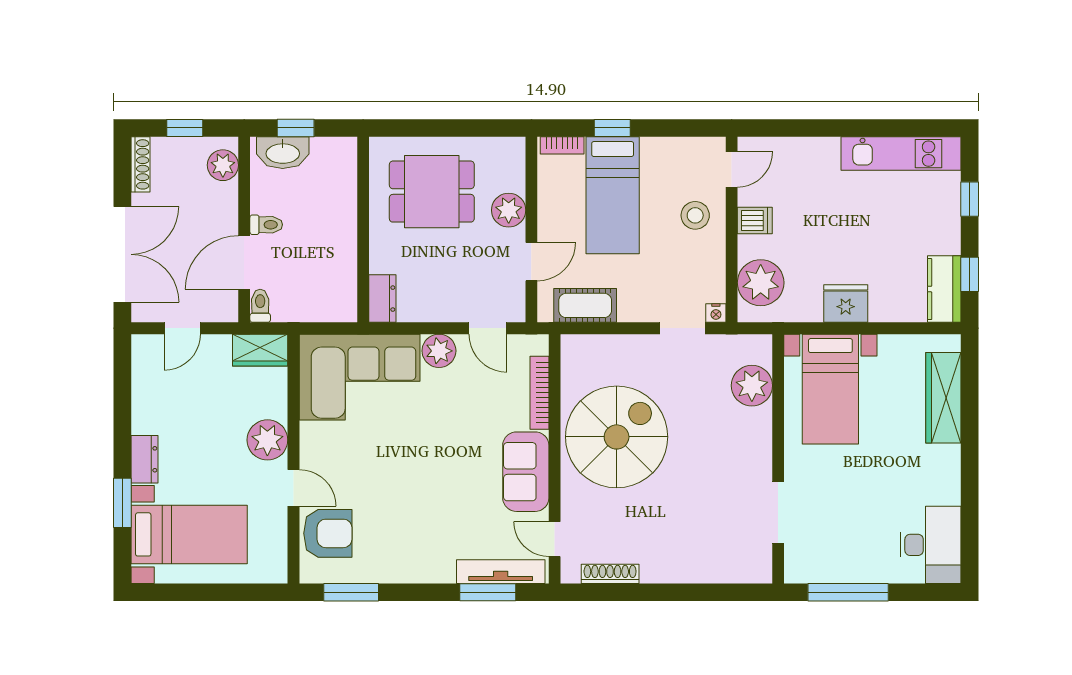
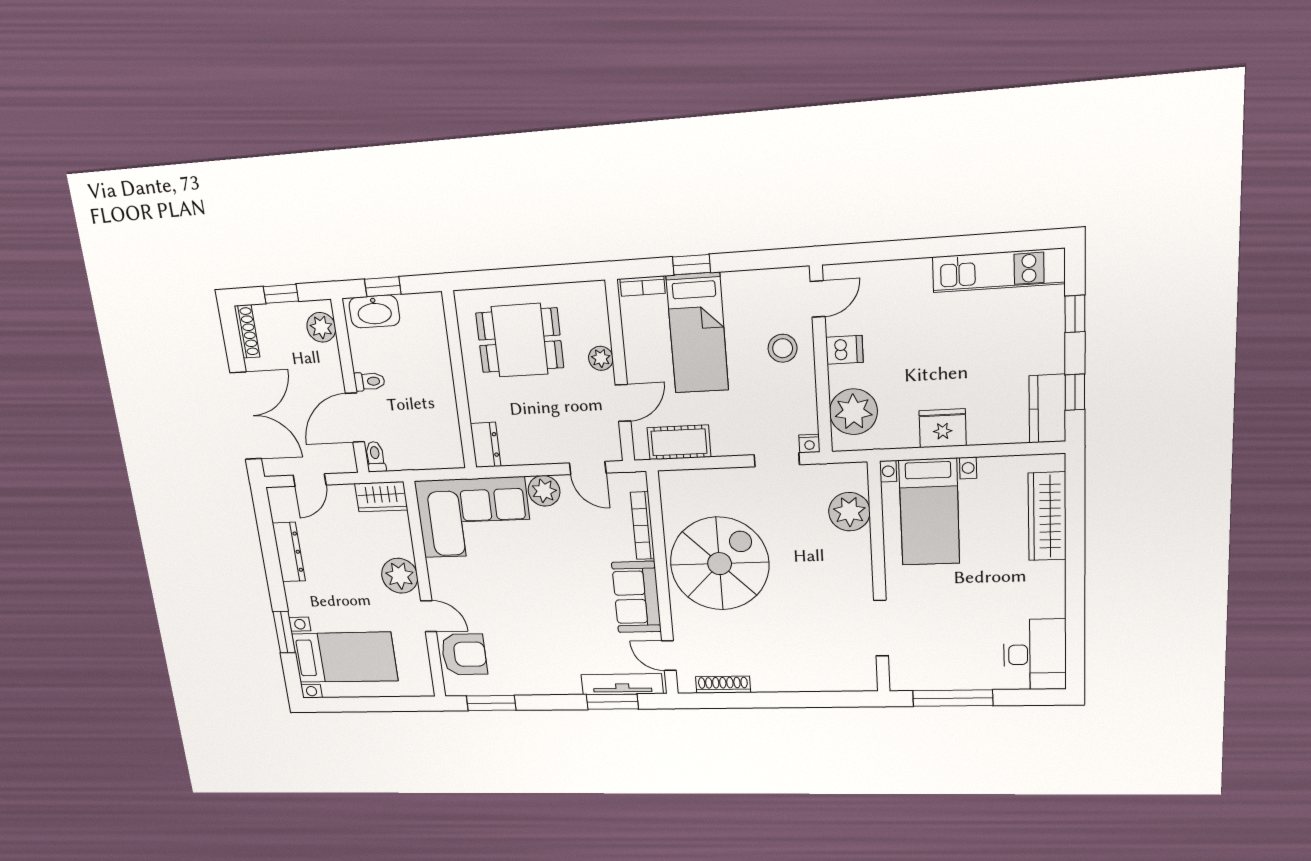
plant: (509, 210) -> (601, 358), width x0.73, depth x0.73
dresser: (144, 459) -> (289, 552), moved, width x1.44

